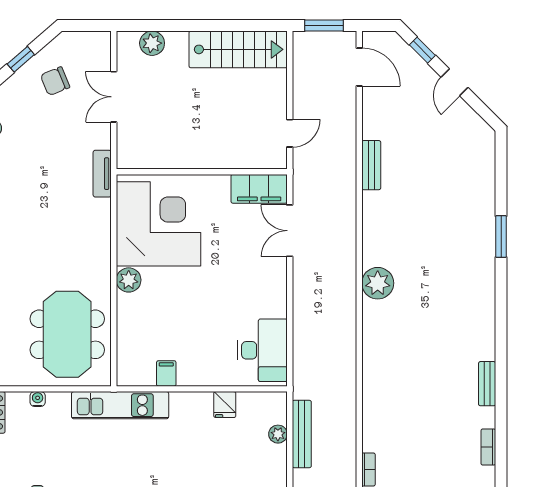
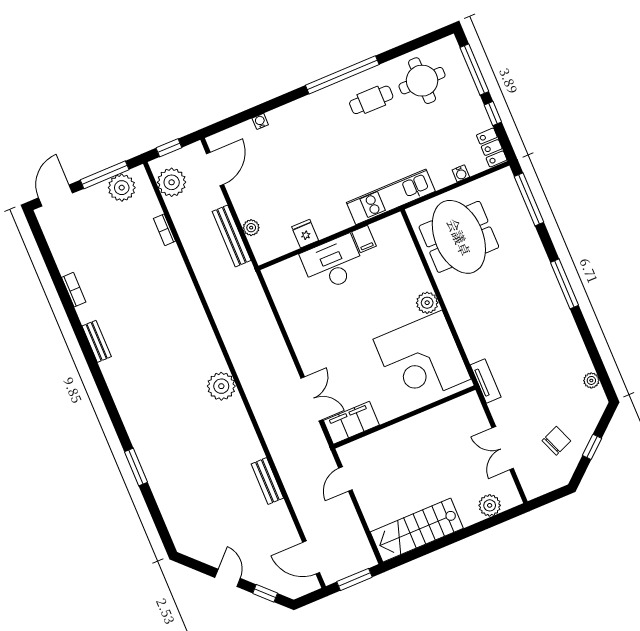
double door: (114, 97) -> (503, 448), swing flipped
desk: (262, 350) -> (333, 263), moved, turned 90

